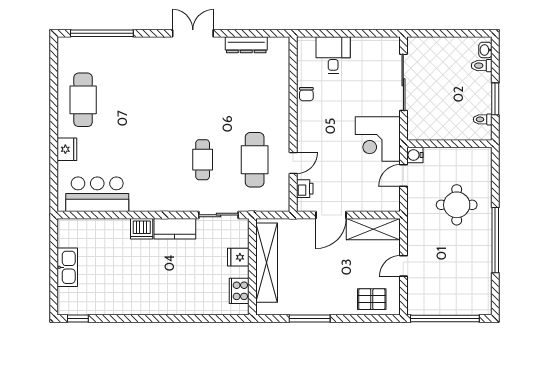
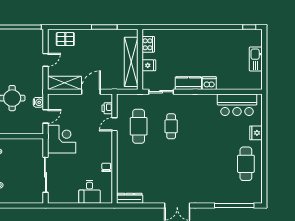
dresser: (246, 45) -> (130, 198), moved
water cooler: (415, 155) -> (38, 102), moved

